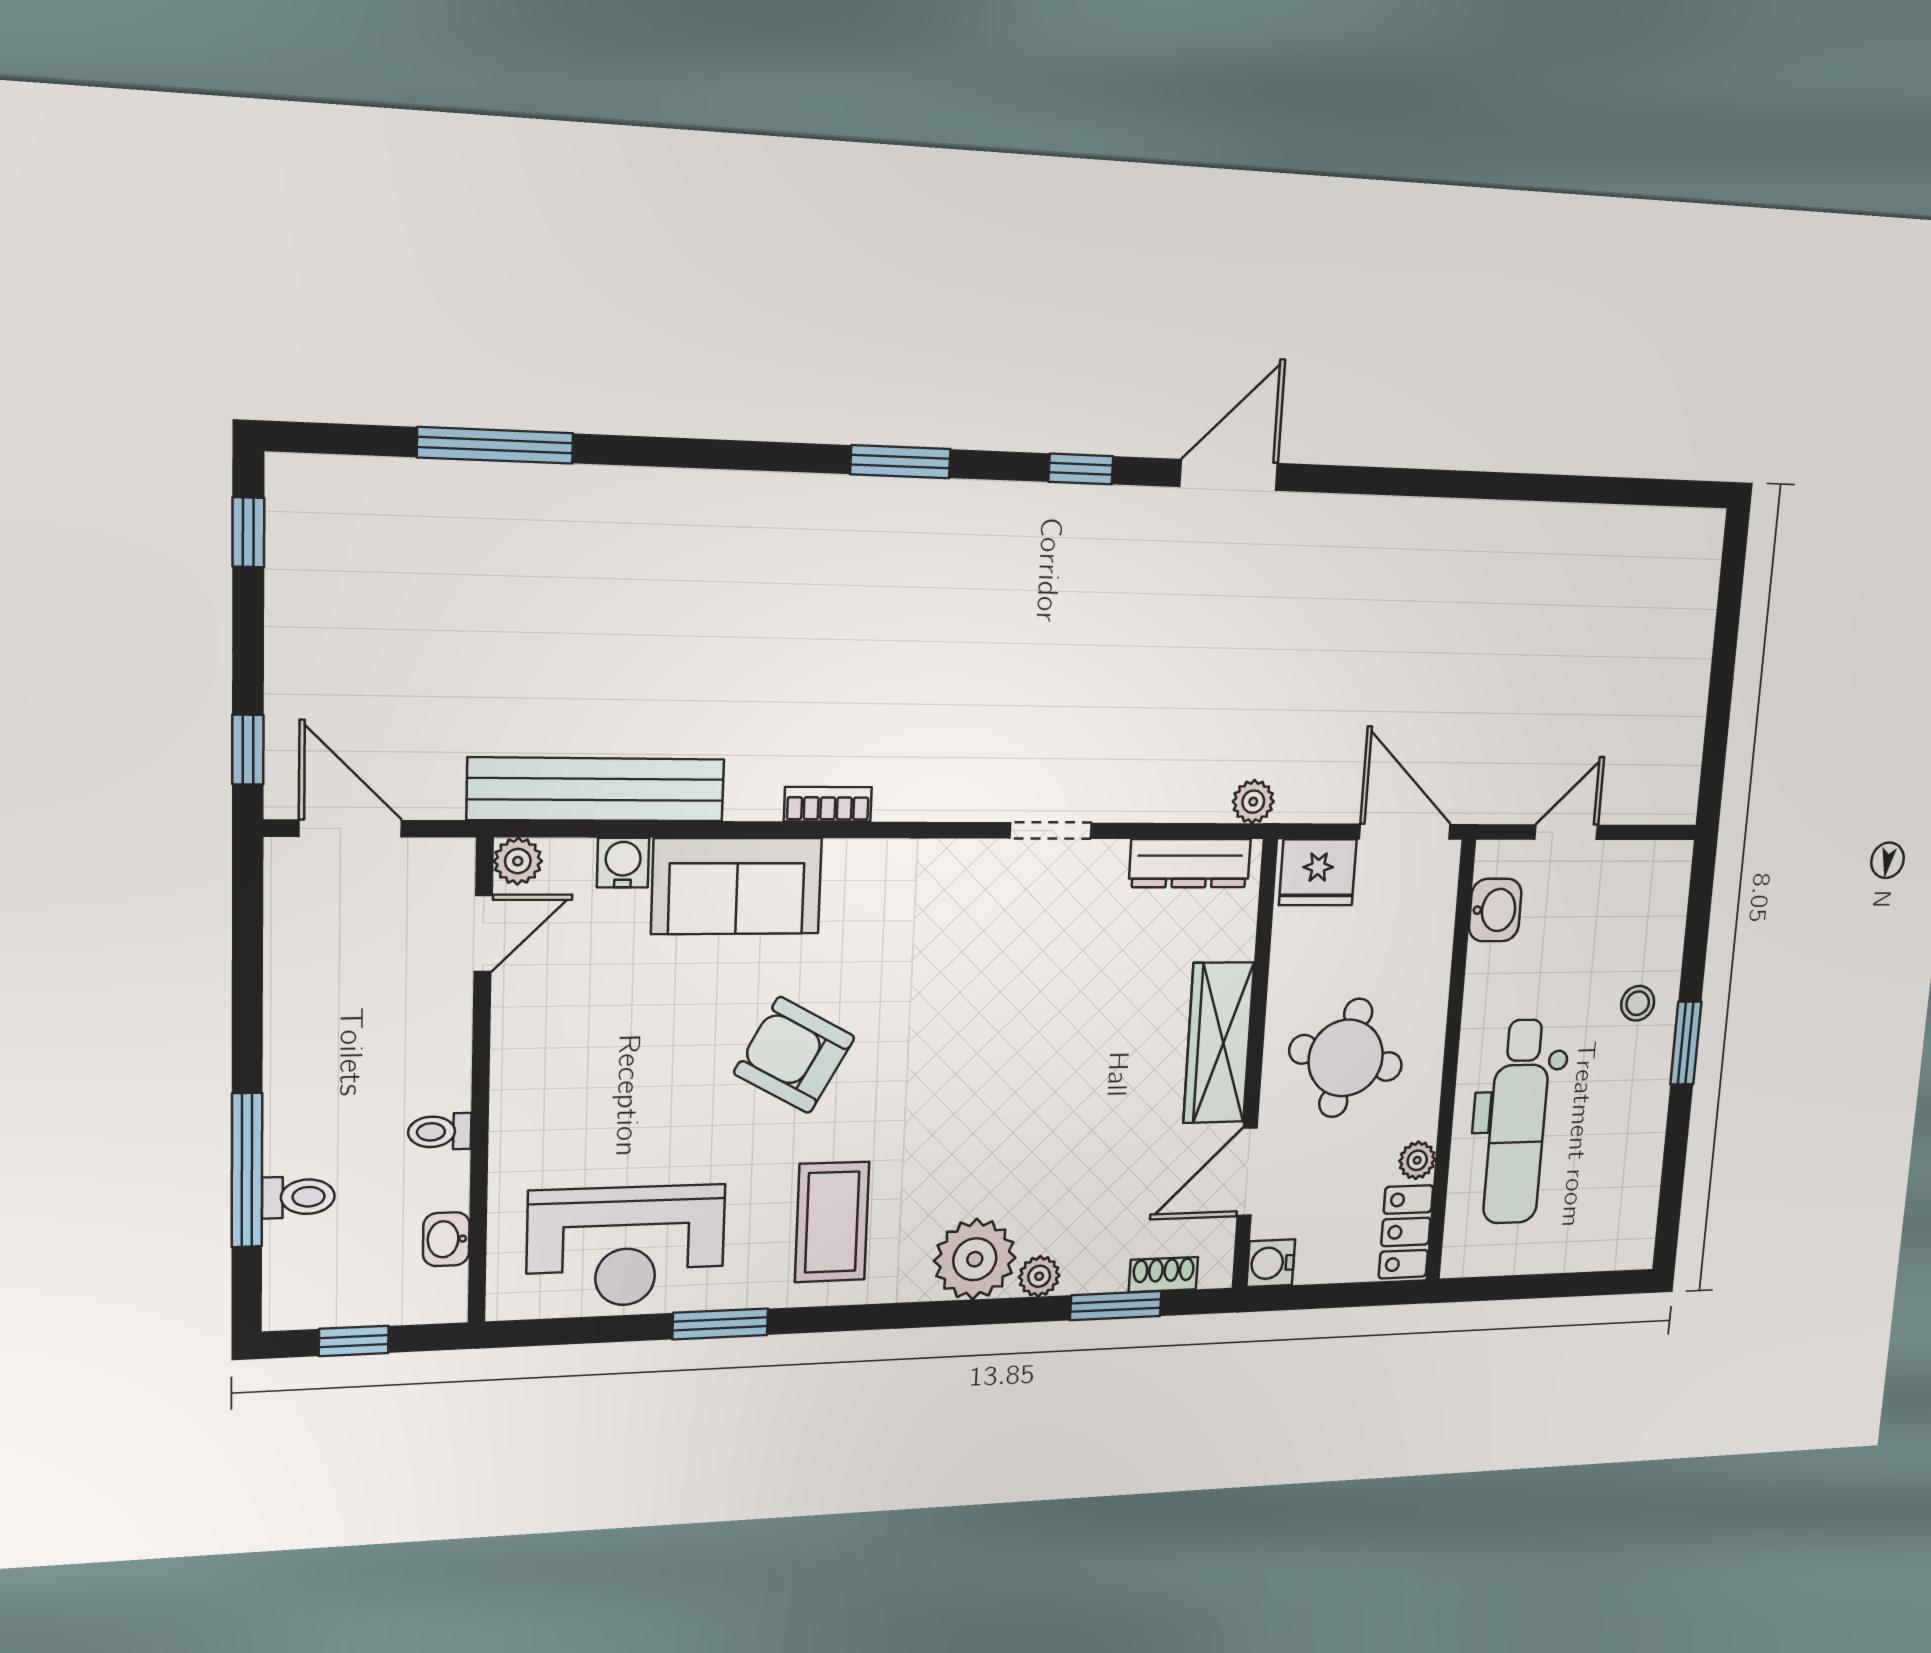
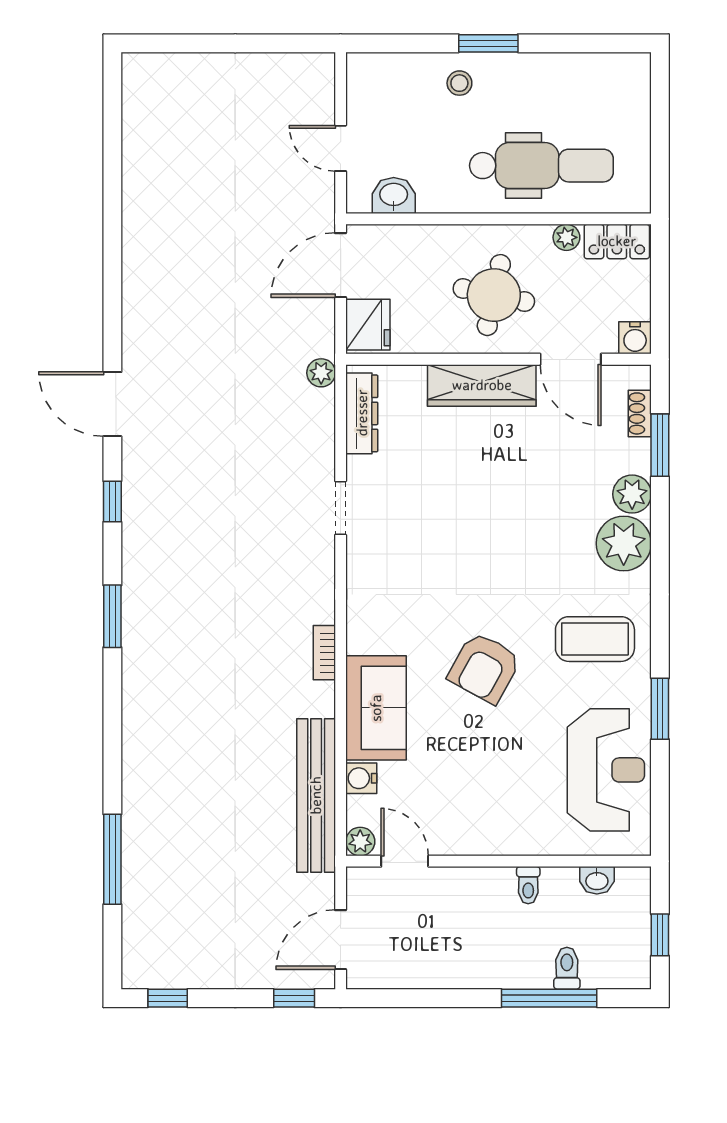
plant: (1039, 1276) -> (632, 494), width x1.38, depth x1.38

